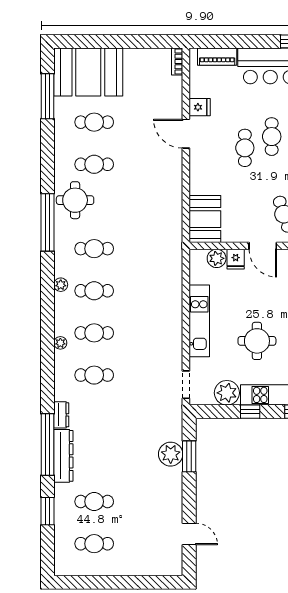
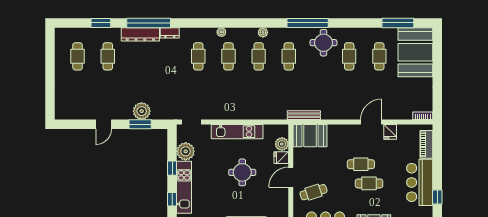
bench: (176, 227) -> (304, 115), added
round table: (257, 341) -> (242, 172), moved
door: (189, 534) -> (104, 124), moved

